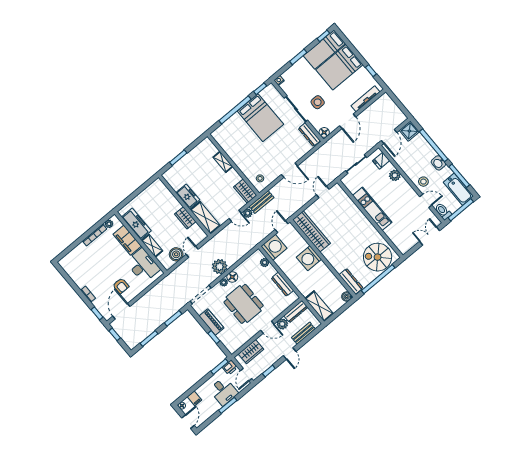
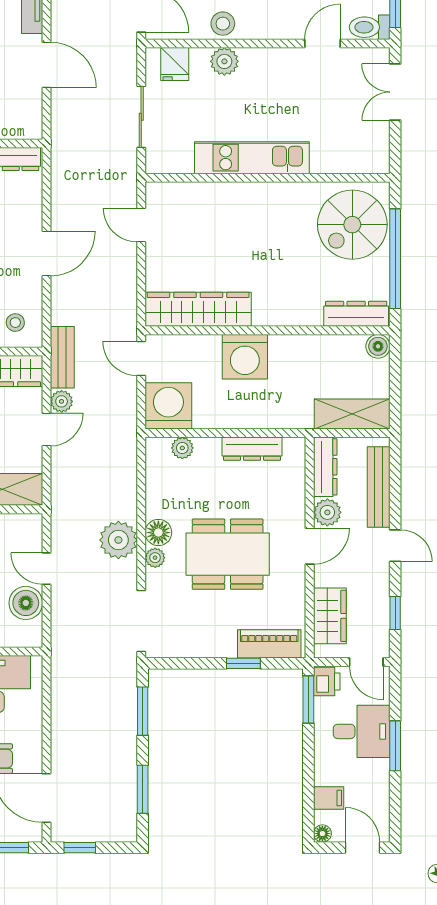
floor lamp: (324, 132) -> (30, 127), removed
stool: (423, 182) -> (223, 24), moved
piano: (212, 322) -> (269, 644), moved
bench: (303, 333) -> (379, 487), width x1.36

